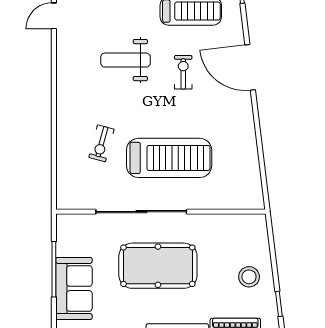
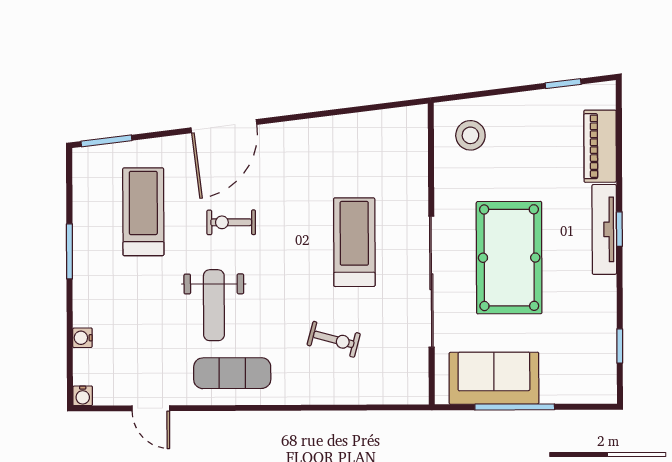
exercise mat: (78, 73) -> (232, 373), added
treadmill: (169, 158) -> (354, 242), width x0.73, depth x0.73
stool: (249, 277) -> (470, 135), moved
sofa: (74, 288) -> (494, 378), moved

